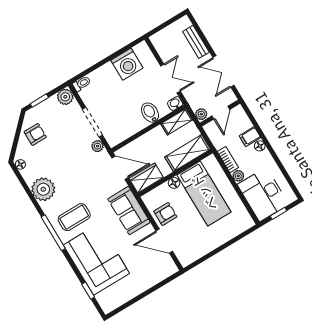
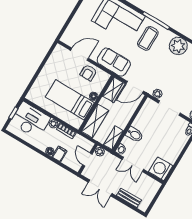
washing machine: (127, 64) -> (161, 169), moved
double door: (224, 71) -> (100, 188), swing flipped

